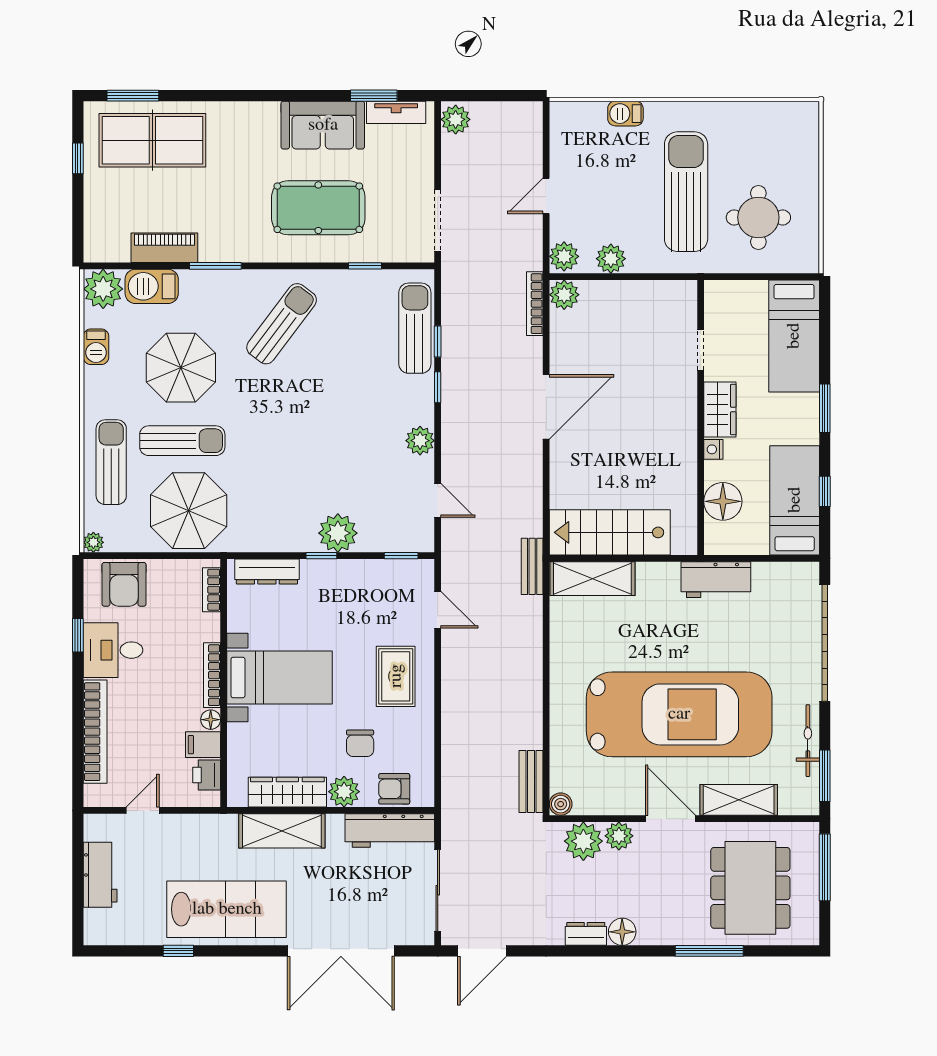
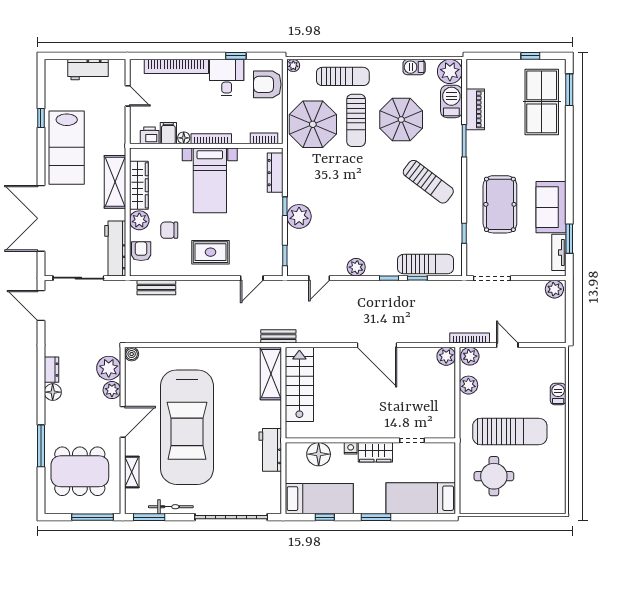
bookcase: (535, 304) -> (470, 338), moved
bench: (531, 781) -> (156, 287), moved
shelving: (739, 800) -> (132, 472), width x0.67, depth x0.75

